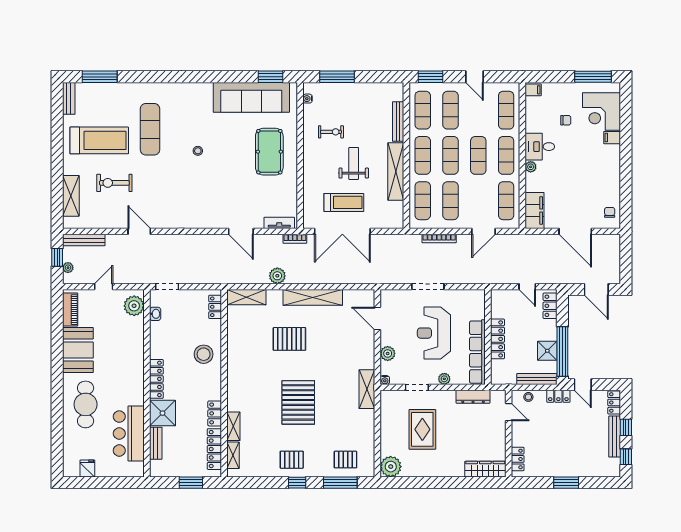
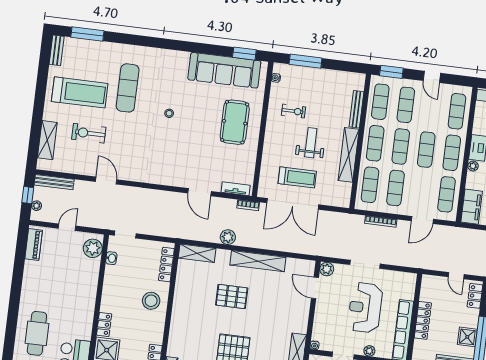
locker: (215, 307) -> (166, 265), width x1.53
booth: (78, 350) -> (36, 283), removed
plant: (388, 353) -> (327, 269), moved
locker: (156, 379) -> (104, 324), width x0.66

